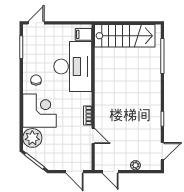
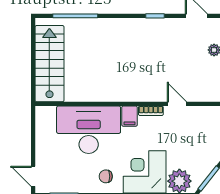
filing cabinet: (83, 34) -> (129, 116), moved
door: (93, 136) -> (177, 104), hinge flipped

